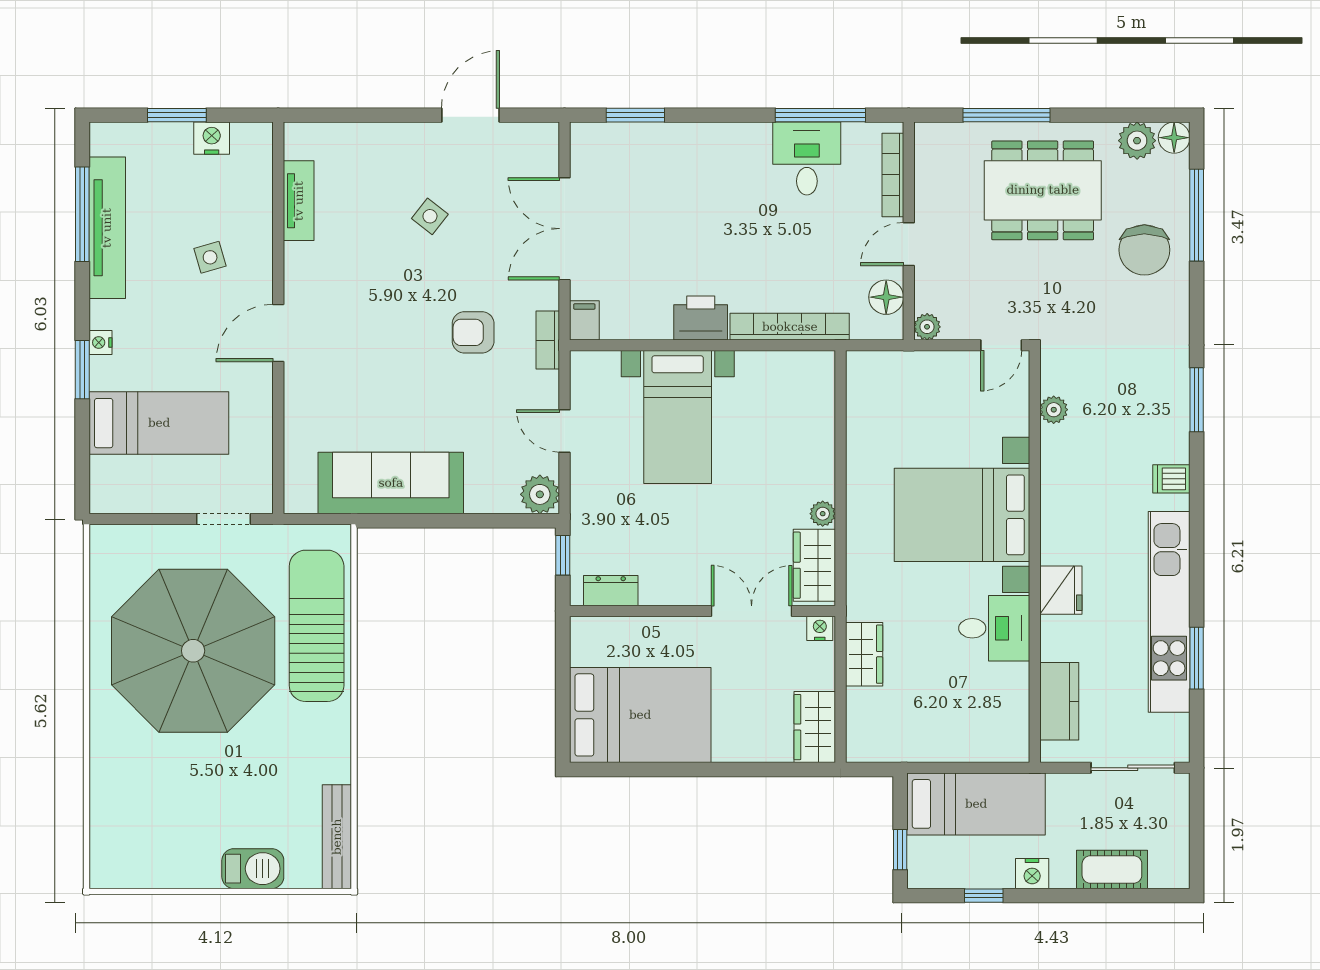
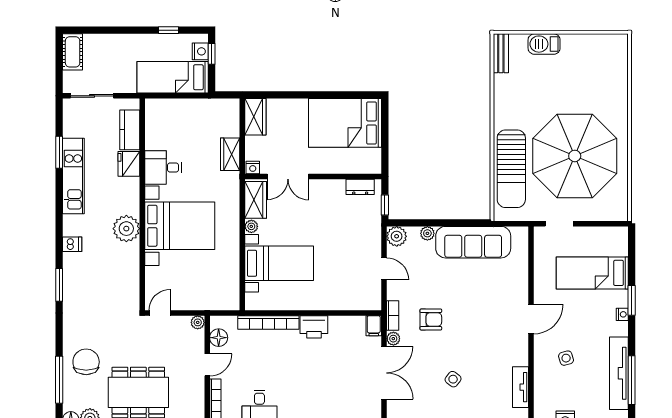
plant: (546, 295) -> (393, 339), added
plant: (1054, 410) -> (126, 229), moved, width x1.87, depth x1.87
bed with nightstands: (678, 417) -> (279, 263), moved, turned 90
plant: (480, 500) -> (427, 233), added
fridge: (1061, 590) -> (129, 164), moved
kitchen unit: (1169, 612) -> (73, 176), width x0.73
bench: (337, 837) -> (501, 53), width x0.73
cot: (1112, 869) -> (73, 52), moved, turned 90
nightstand: (1032, 874) -> (200, 51), moved, turned 90

